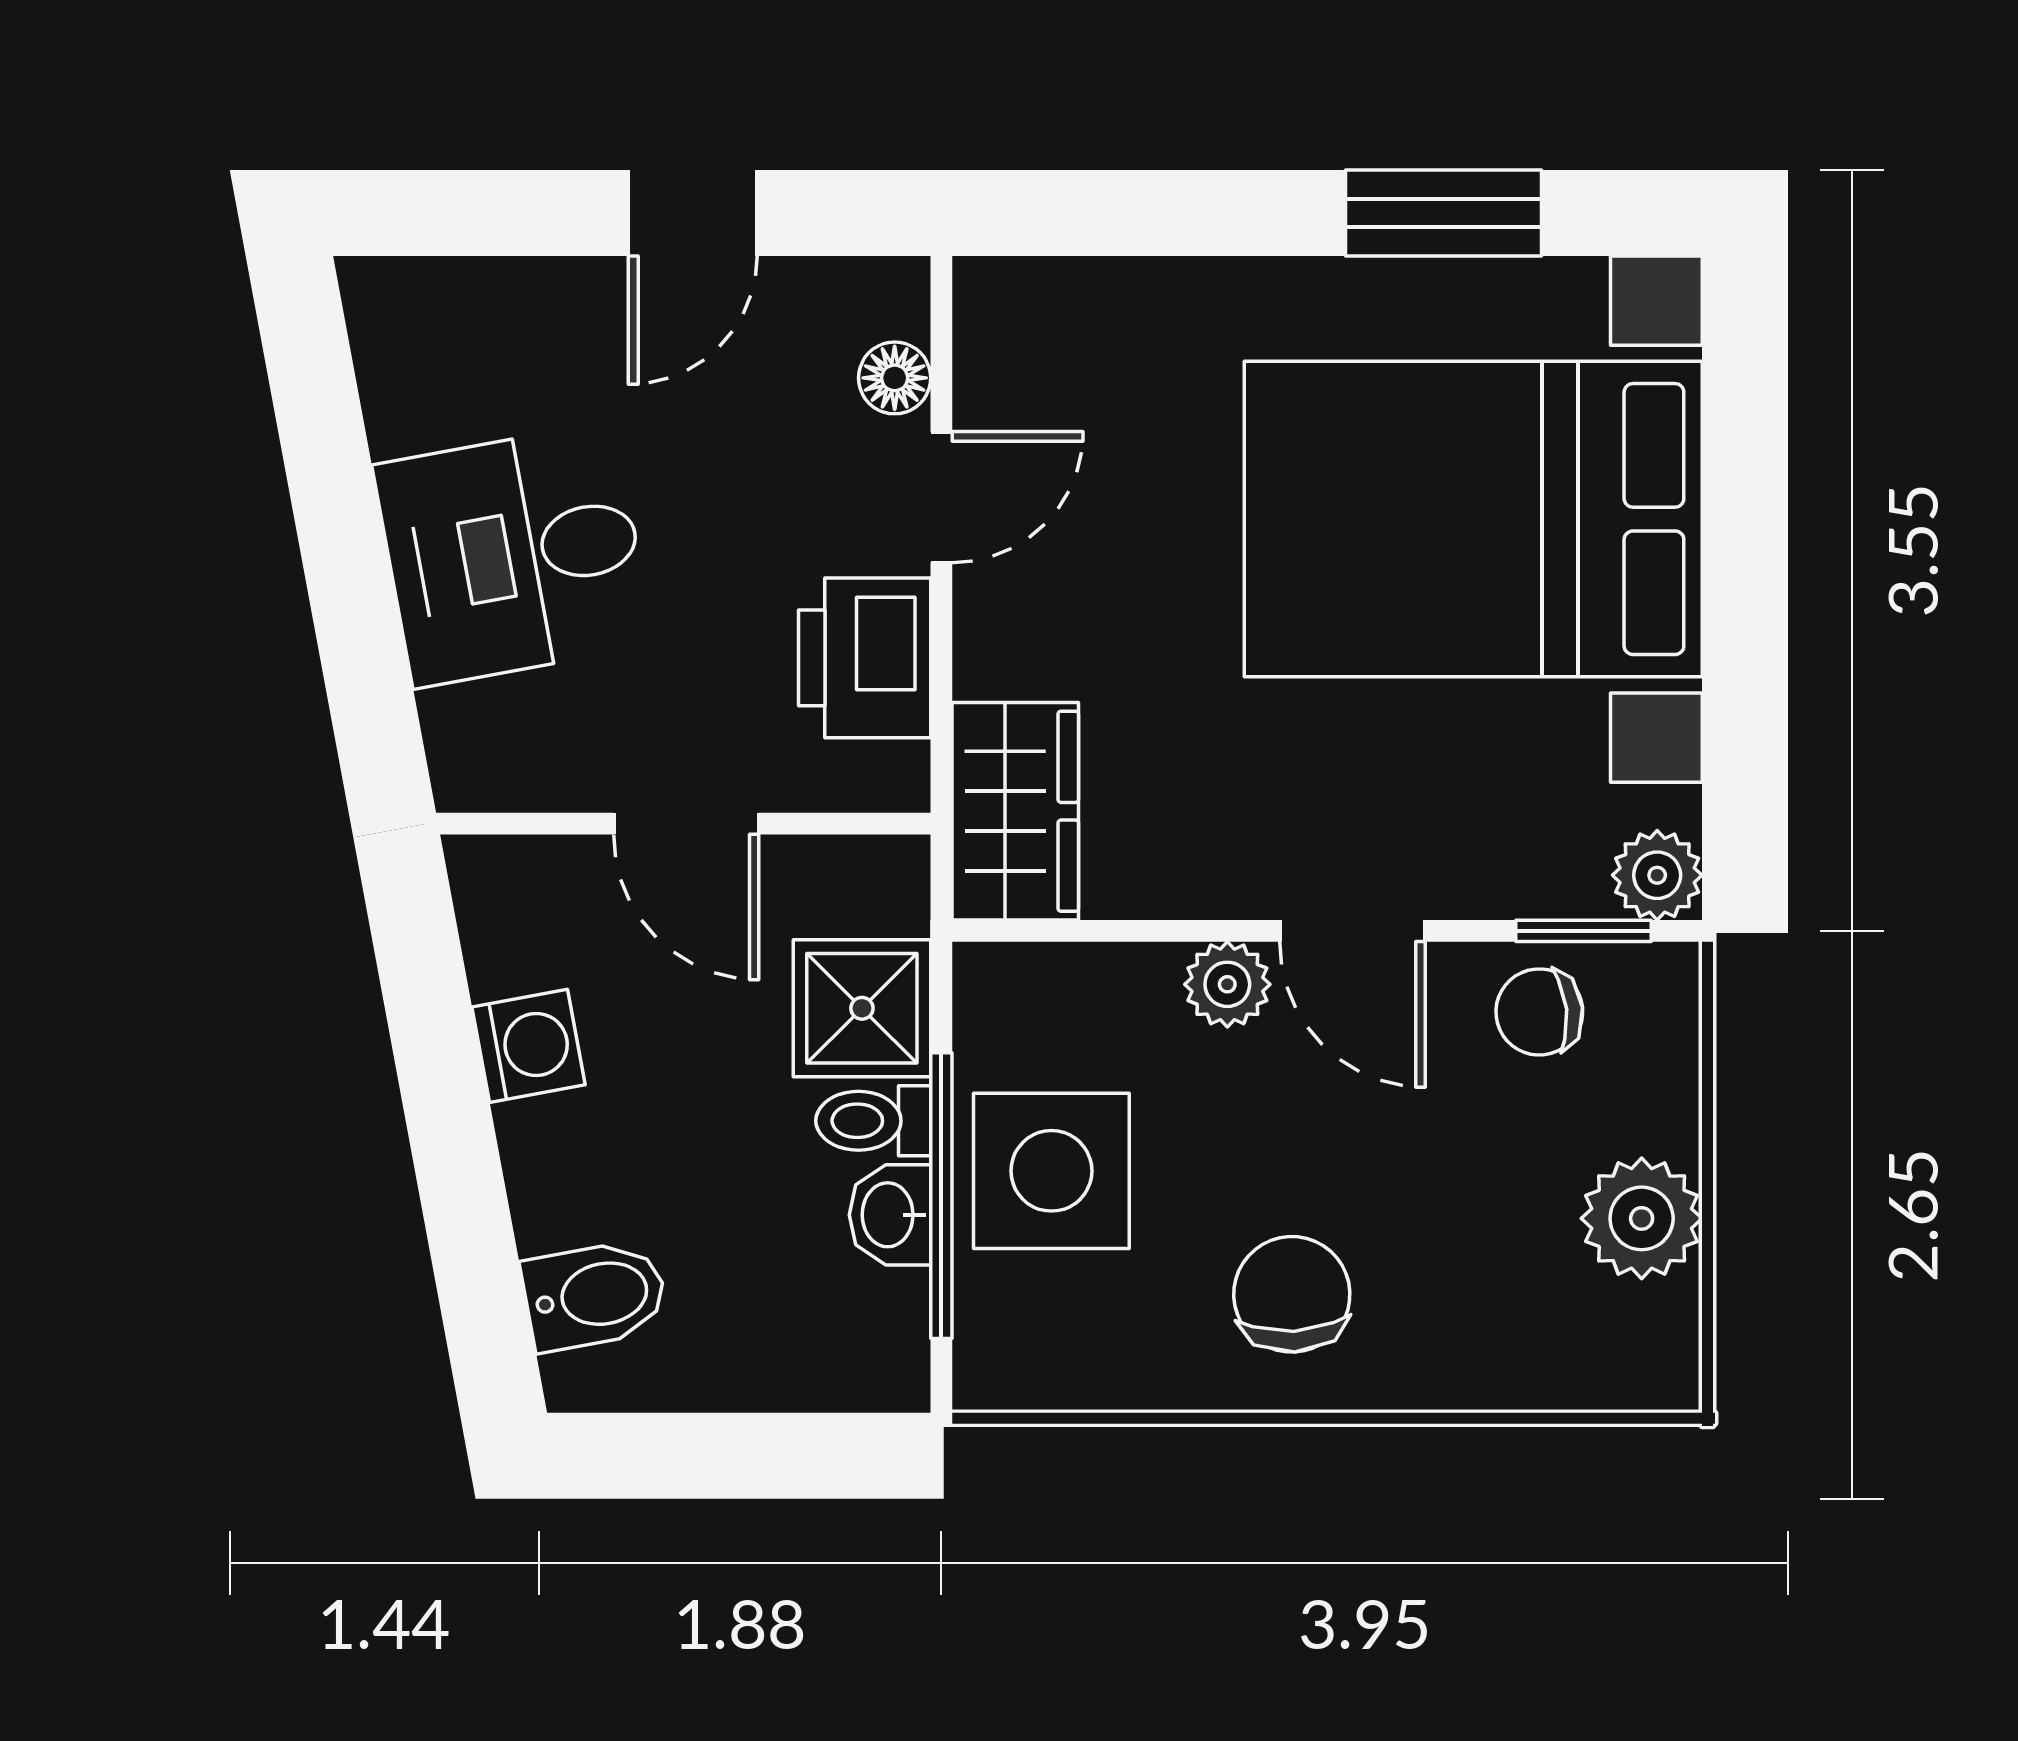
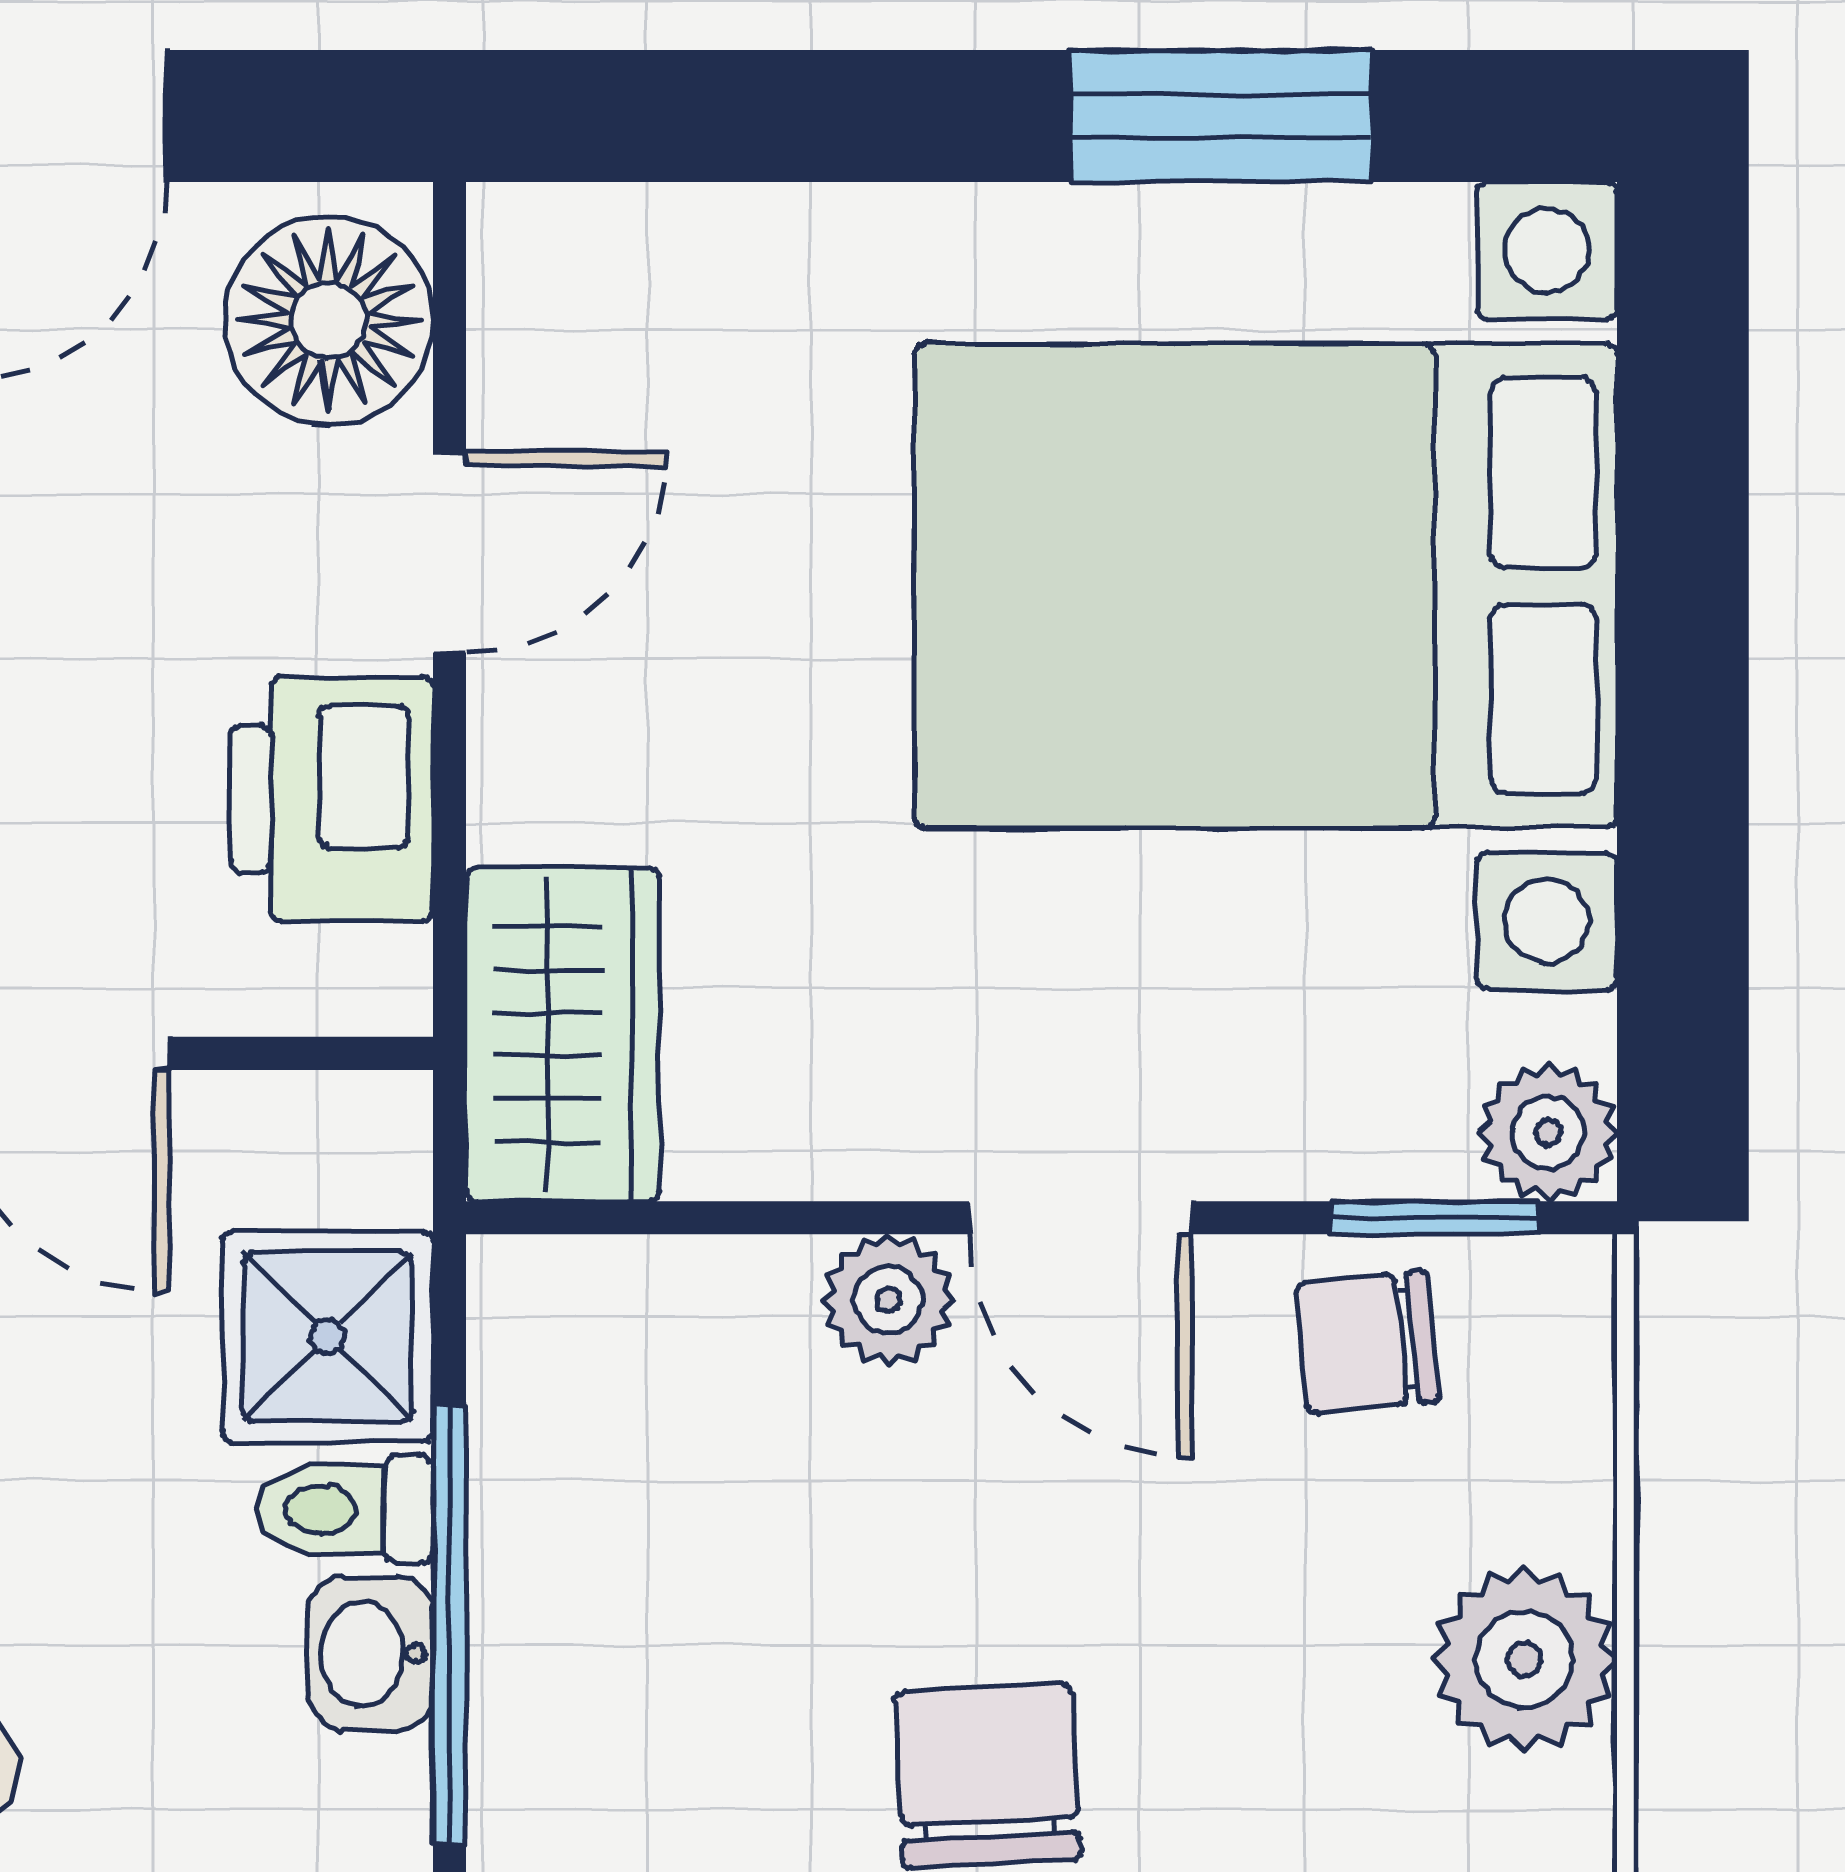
floor lamp: (895, 378) -> (329, 320), width x1.89, depth x1.89
side table: (1051, 1171) -> (618, 1586), removed

